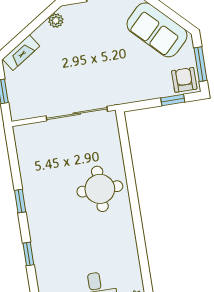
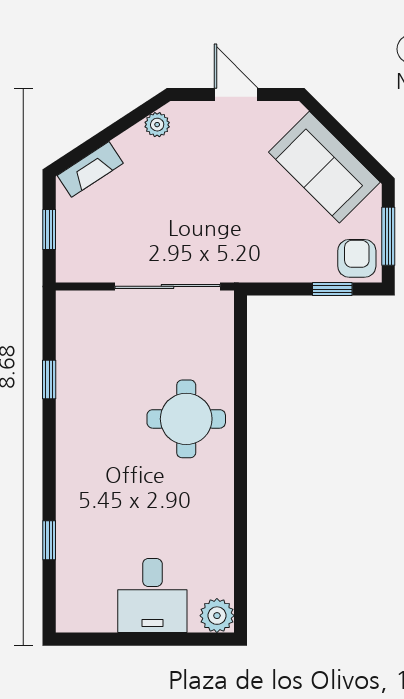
window: (20, 201) -> (49, 380), moved
window: (28, 254) -> (49, 540), moved

